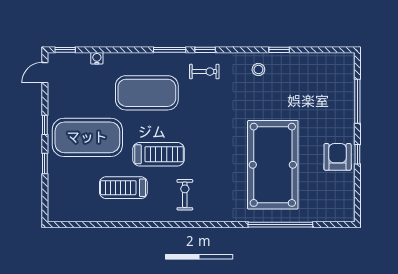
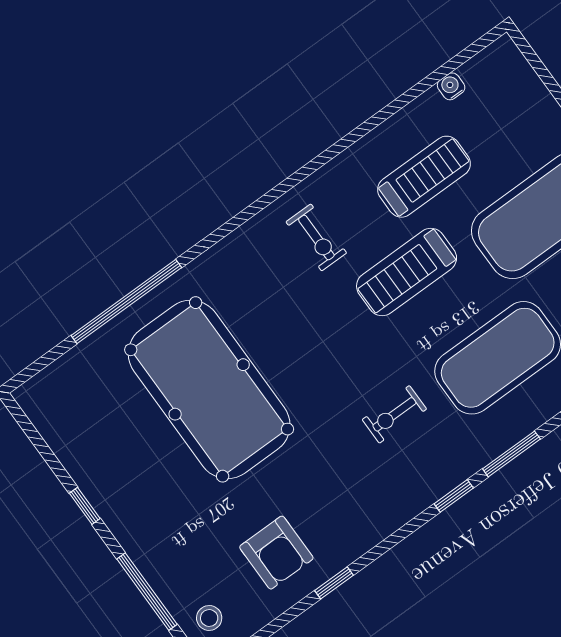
stool: (258, 69) -> (209, 618), moved
exercise bike: (204, 72) -> (394, 414), moved
armchair: (338, 157) -> (276, 553), moved
water cooler: (86, 216) -> (451, 86), added

